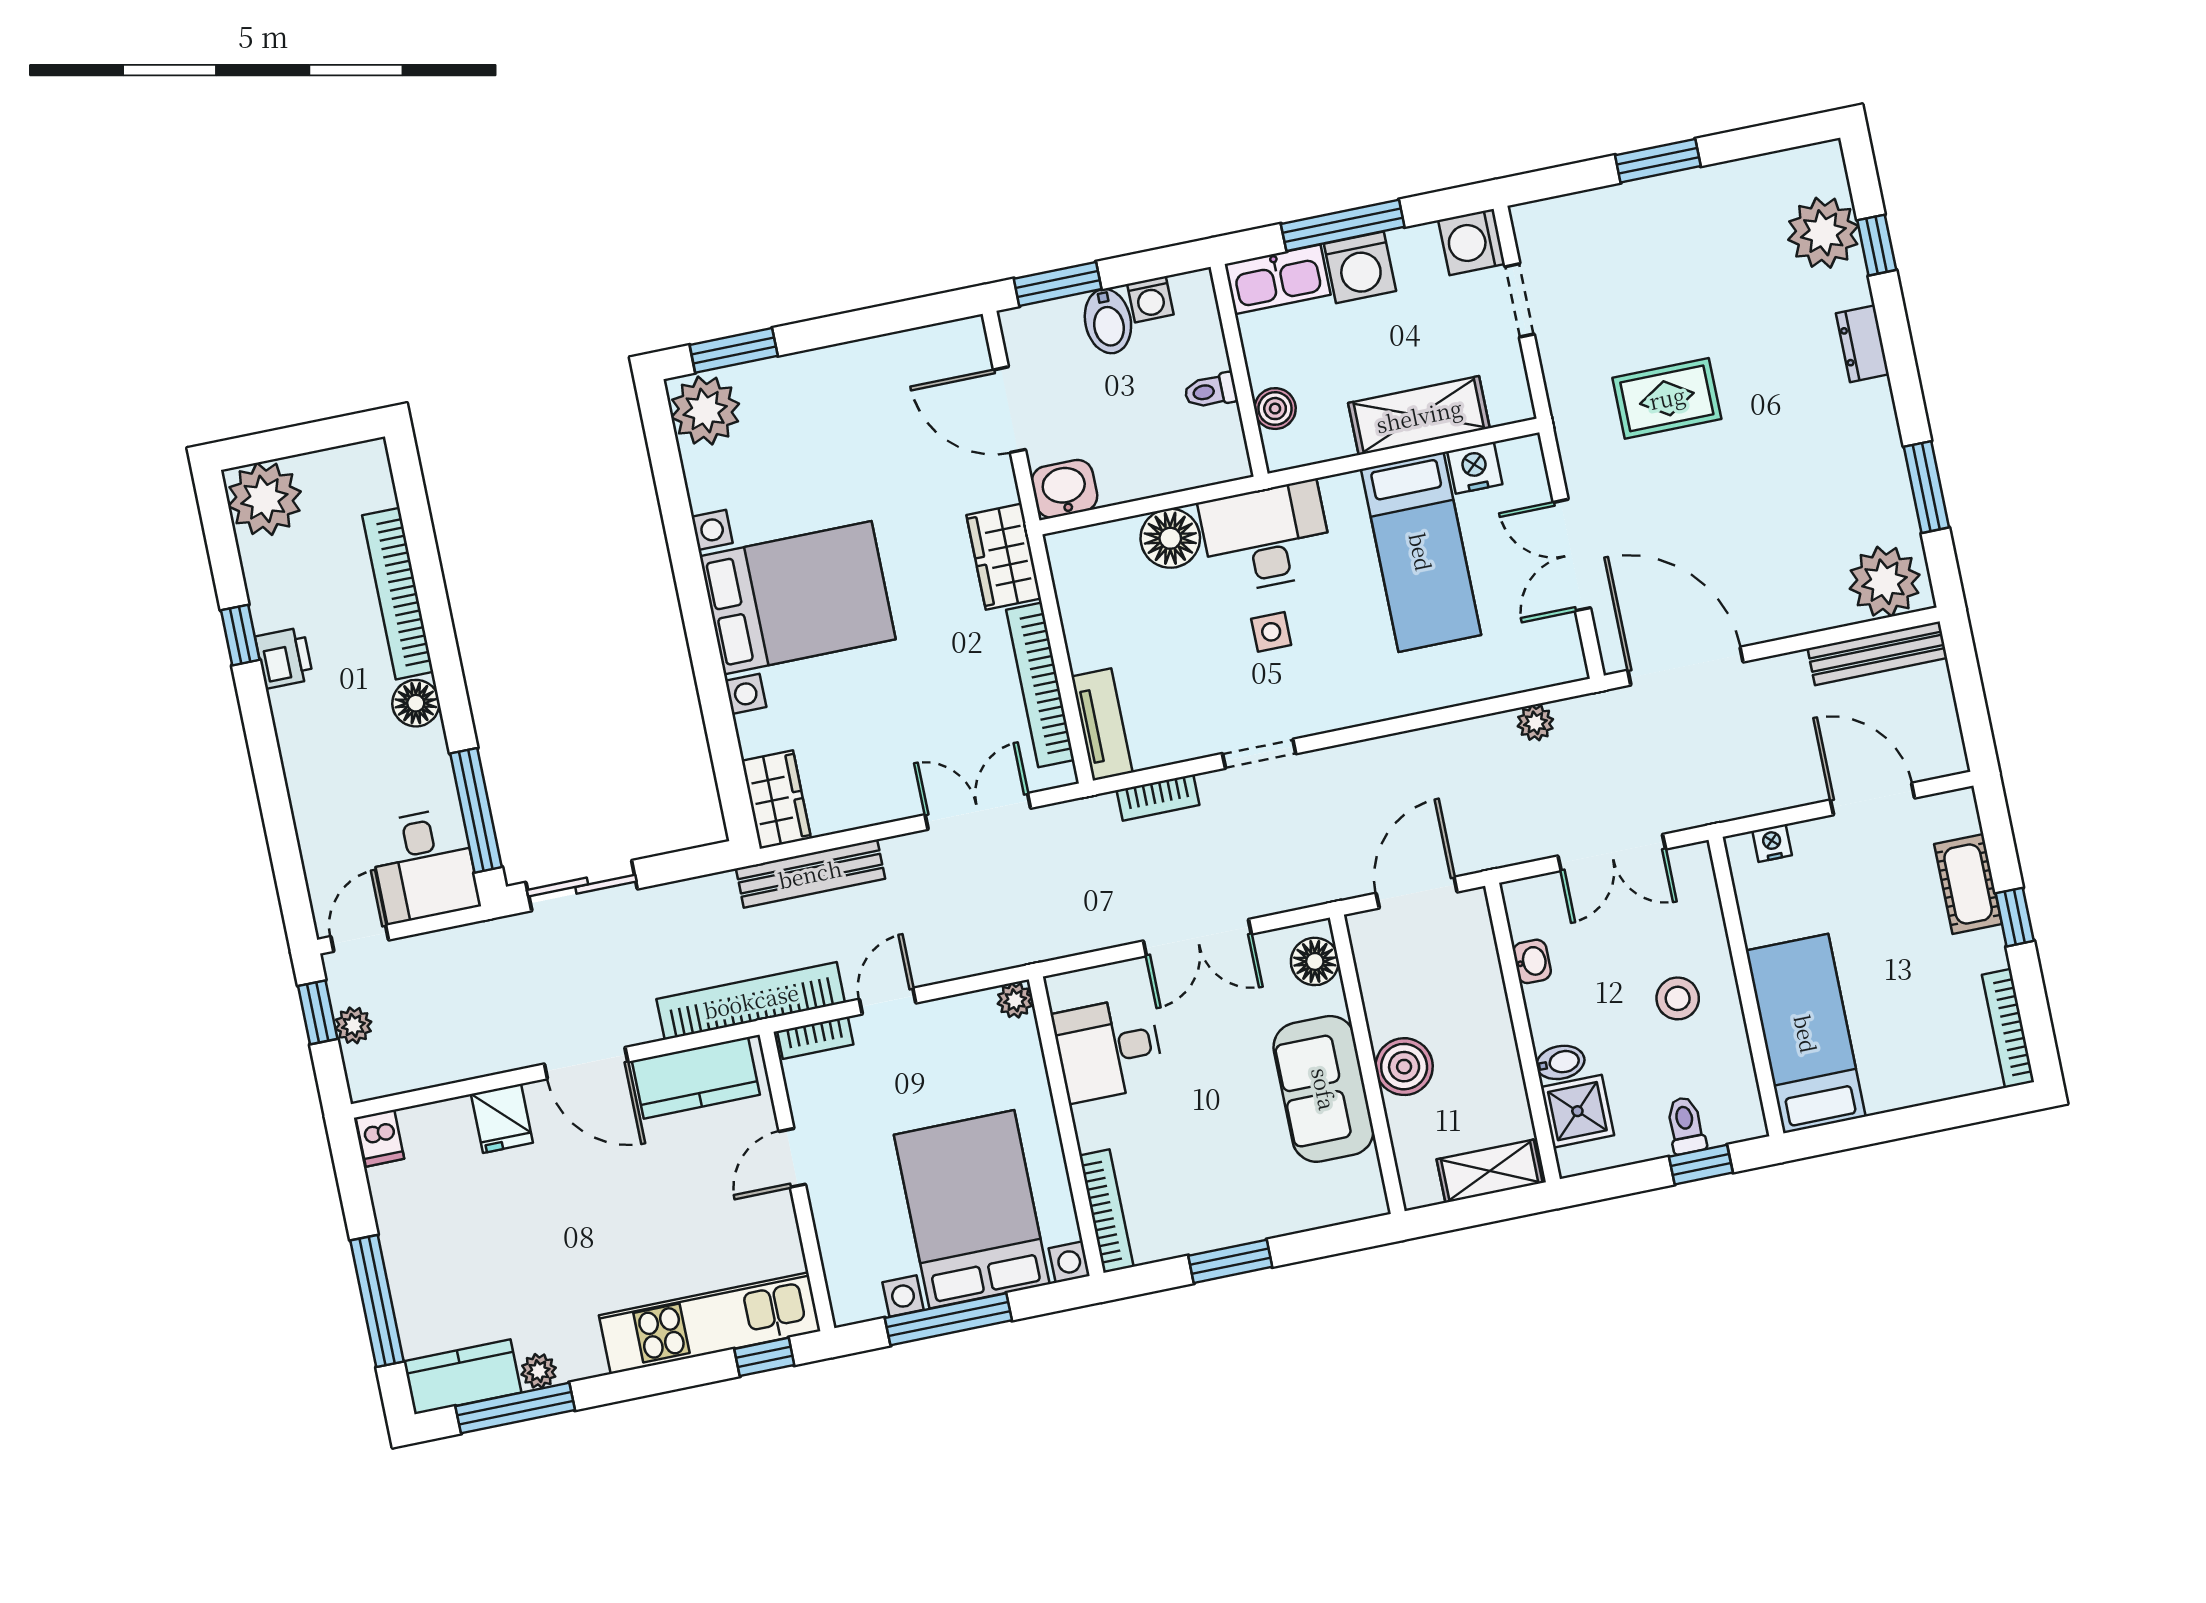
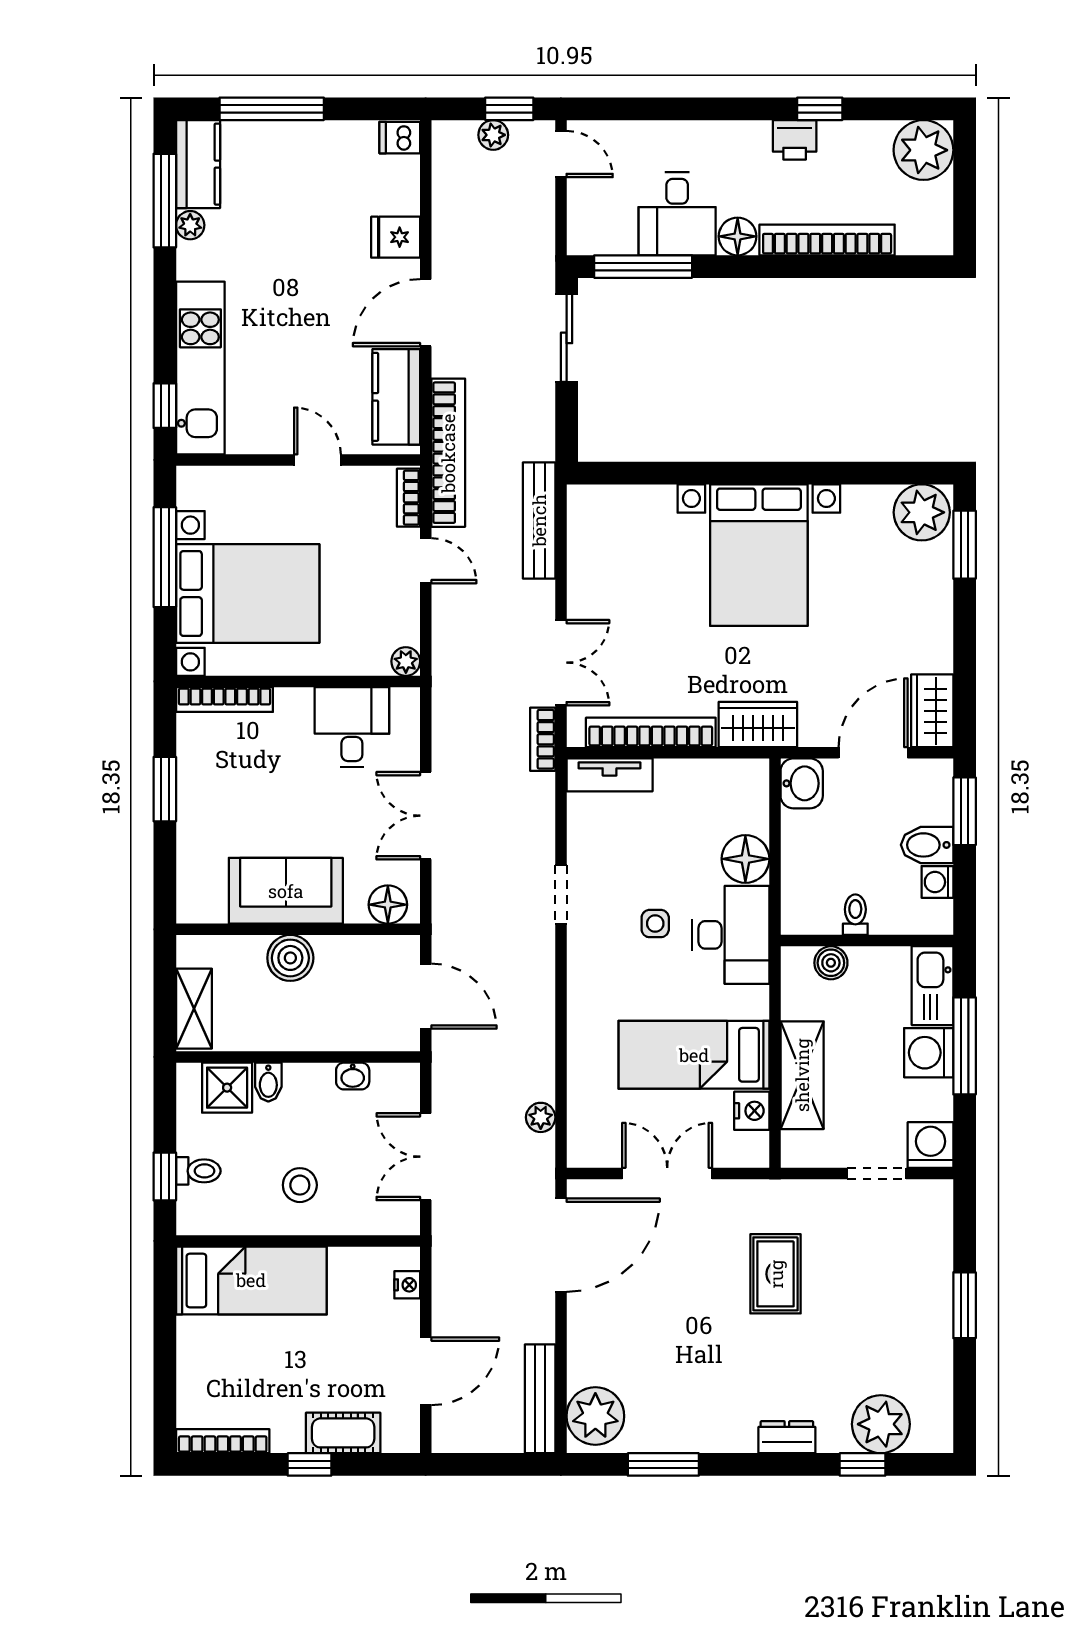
bookcase: (1158, 798) -> (543, 739), moved
wardrobe: (776, 800) -> (932, 711), moved, turned 90
desk: (424, 865) -> (677, 214), moved, turned -90

